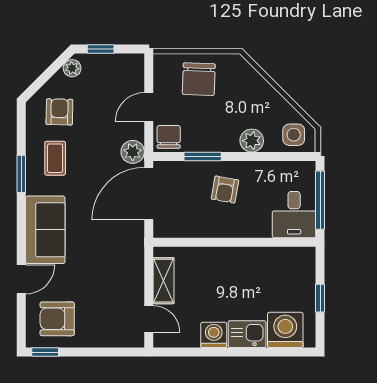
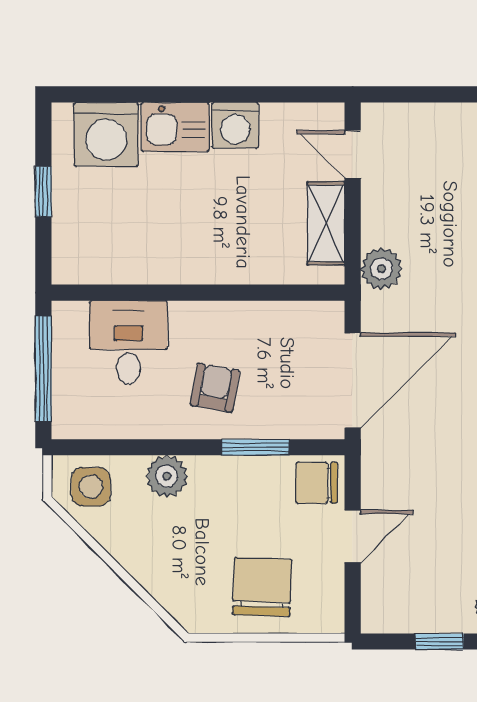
chair: (169, 137) -> (317, 483), turned 90
plant: (133, 152) -> (382, 269), moved
desk: (294, 215) -> (129, 343), moved

